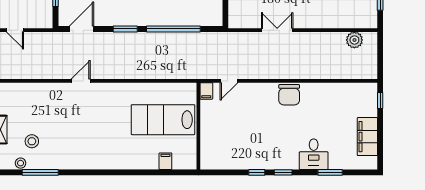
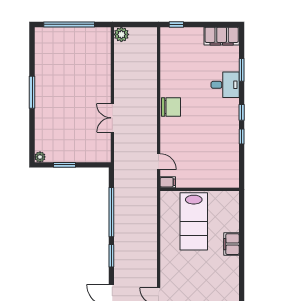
plant: (354, 40) -> (121, 34), moved
filing cabinet: (367, 137) -> (222, 36), moved
filing cabinet: (165, 161) -> (231, 244), moved, width x2.00

